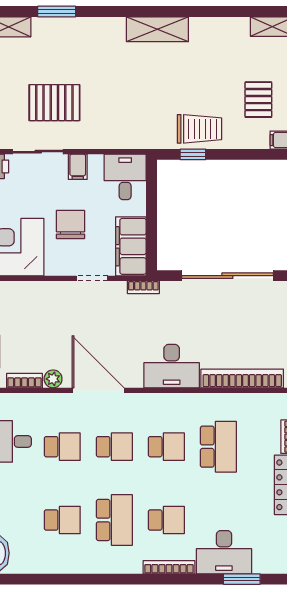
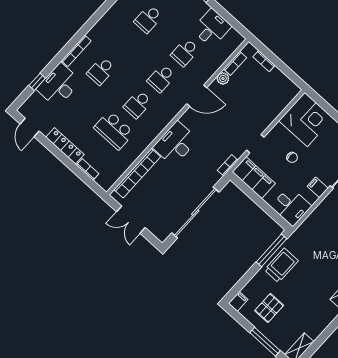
pallet: (258, 100) -> (269, 308), turned 90
trolley: (199, 129) -> (281, 265), turned 180
window: (193, 154) -> (272, 250), width x2.17
chair: (71, 224) -> (292, 157), width x0.54, depth x0.54
door: (98, 390) -> (197, 96), width x0.73
school desk: (114, 520) -> (125, 45), removed
window: (242, 579) -> (37, 82), width x0.67

